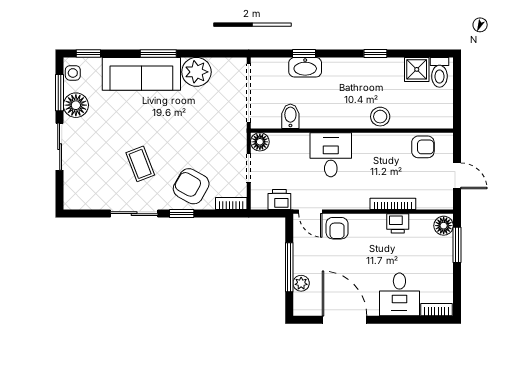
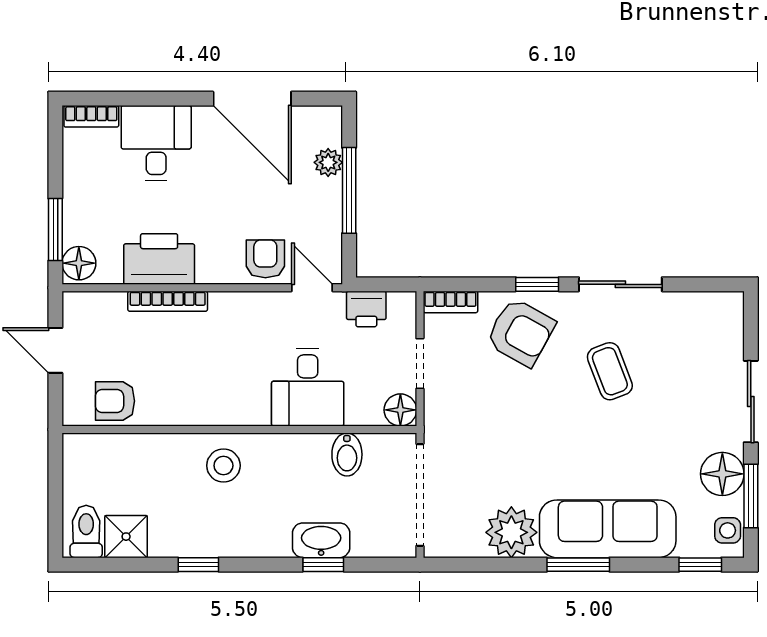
stool: (380, 117) -> (223, 466), moved
desk: (331, 155) -> (308, 387), moved
printer: (398, 223) -> (159, 259), width x1.87, depth x1.48

